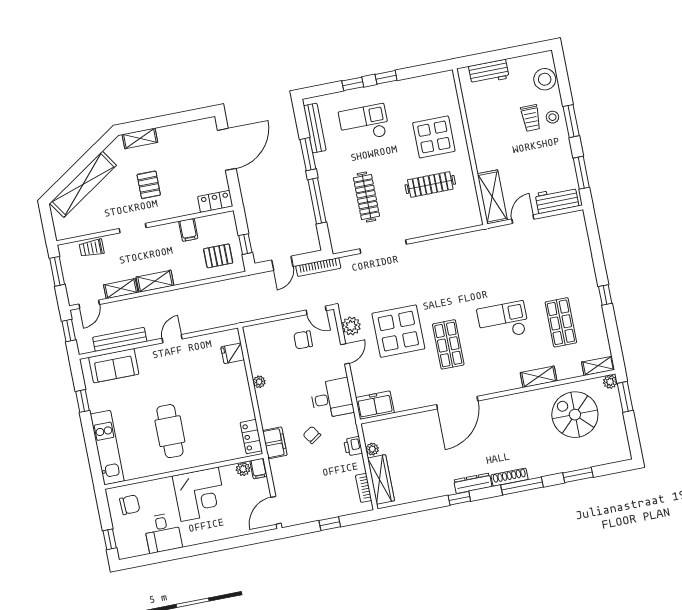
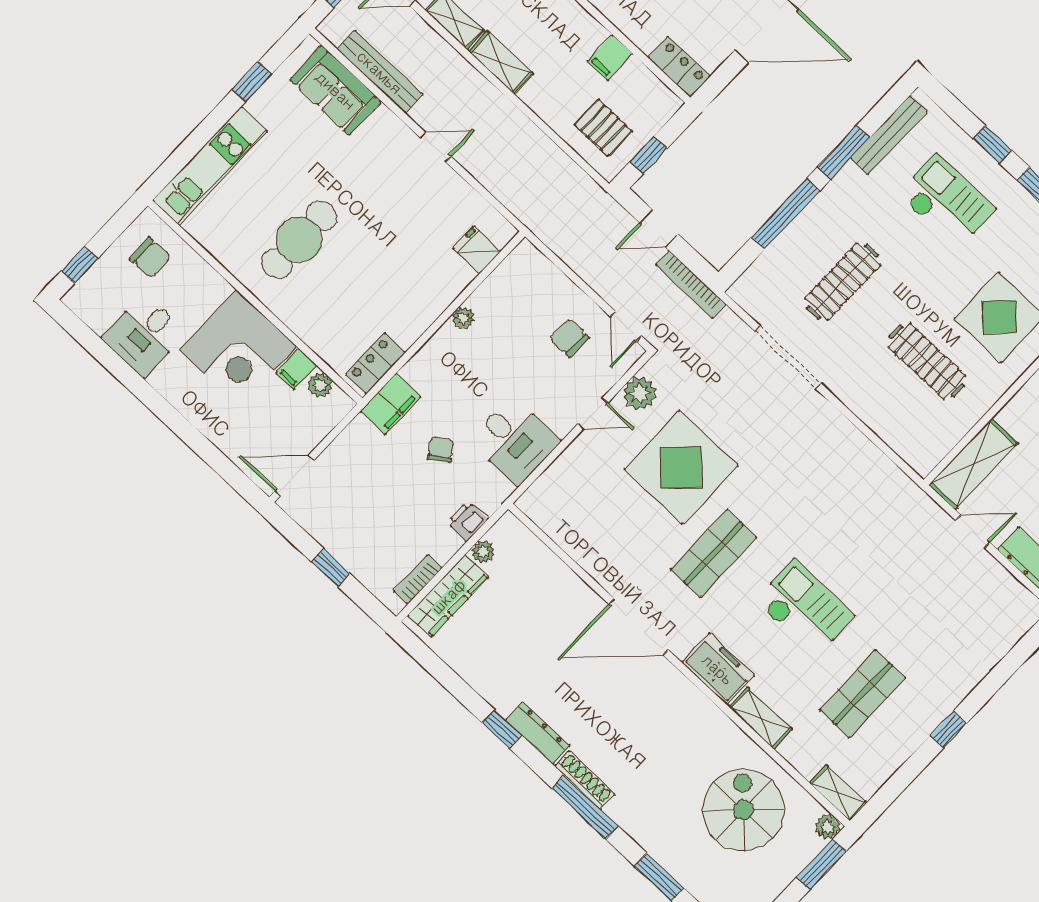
freezer: (375, 405) -> (718, 669), moved
filing cabinet: (259, 468) -> (296, 369), moved

